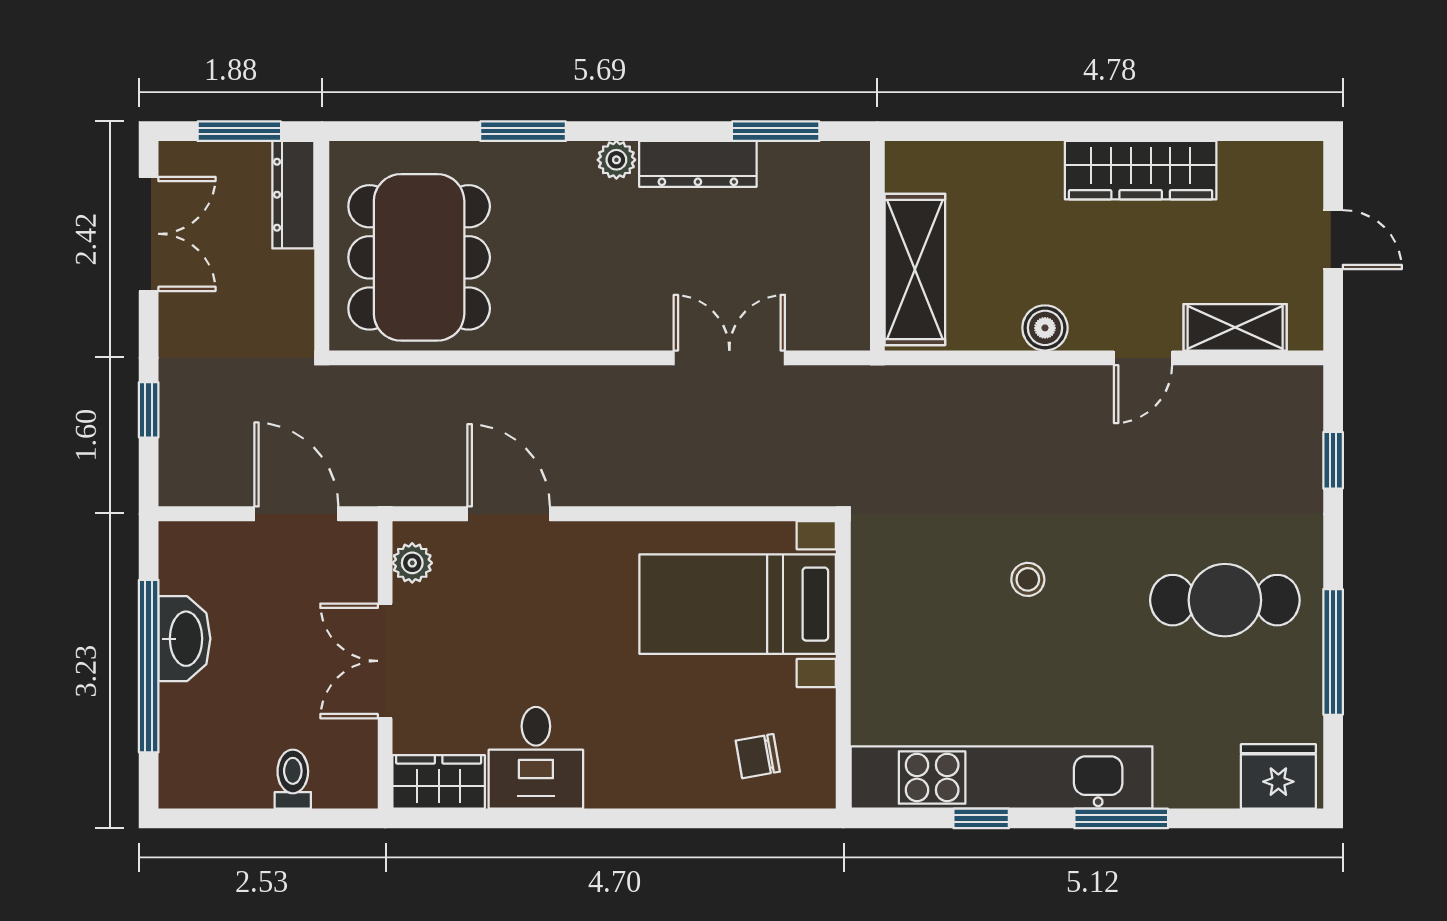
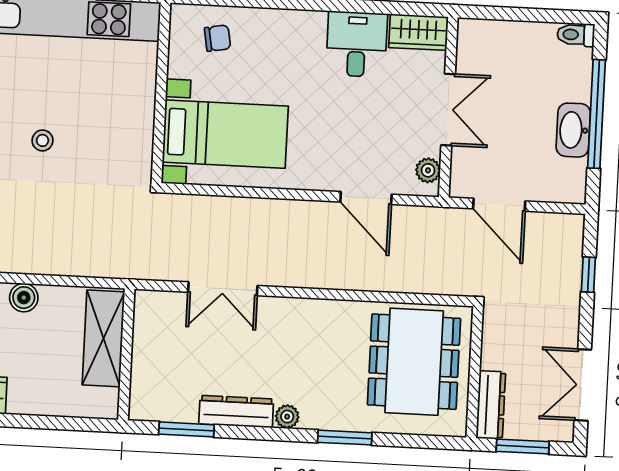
toilet: (293, 779) -> (576, 35), moved, turned 90

